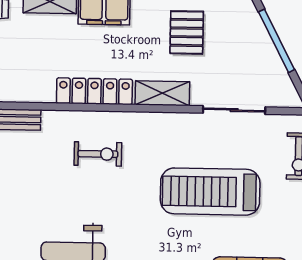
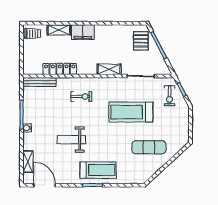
pallet: (187, 32) -> (141, 41), moved
locker: (94, 91) -> (60, 69), moved

